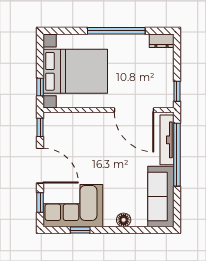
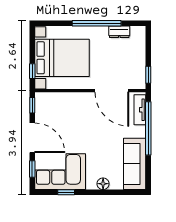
dresser: (162, 41) -> (119, 32), moved
tv unit: (167, 140) -> (140, 110), width x0.71

